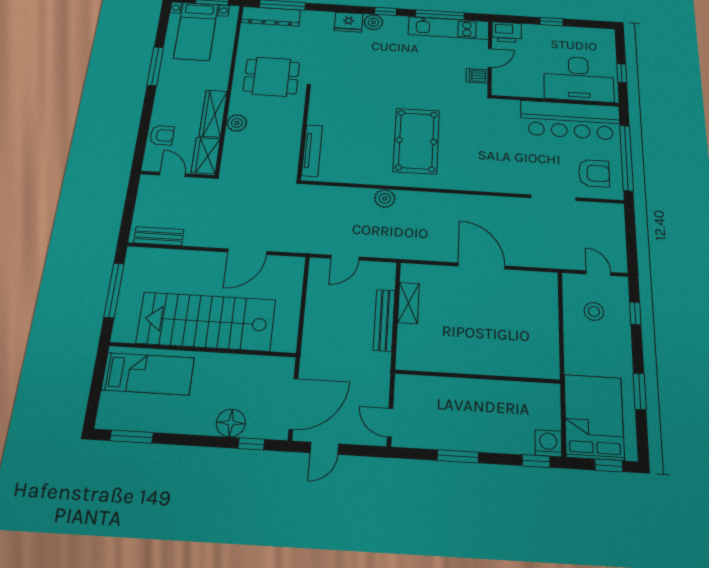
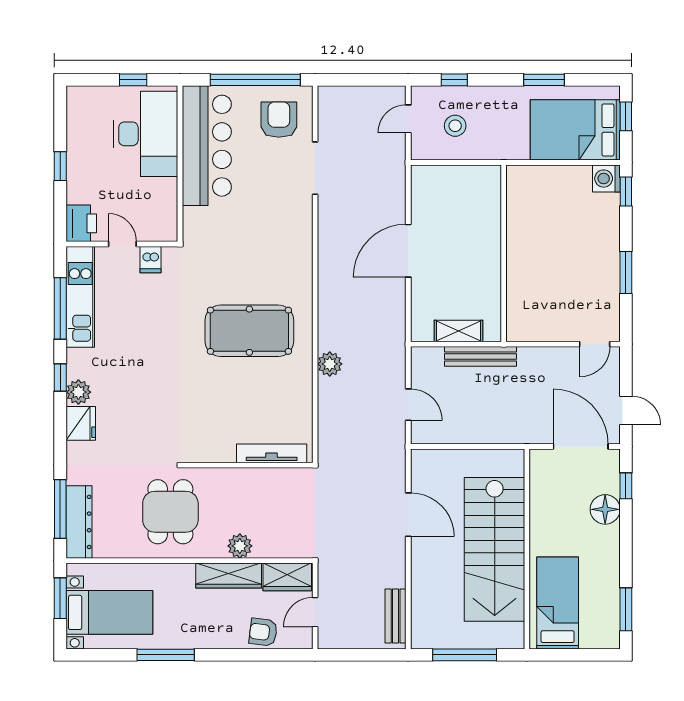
armchair: (162, 135) -> (263, 632), turned -83
wall: (478, 377) -> (504, 253), moved

